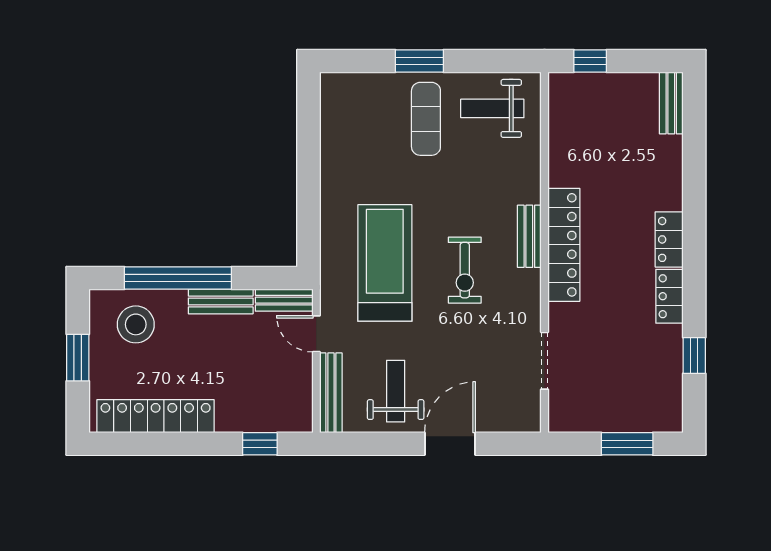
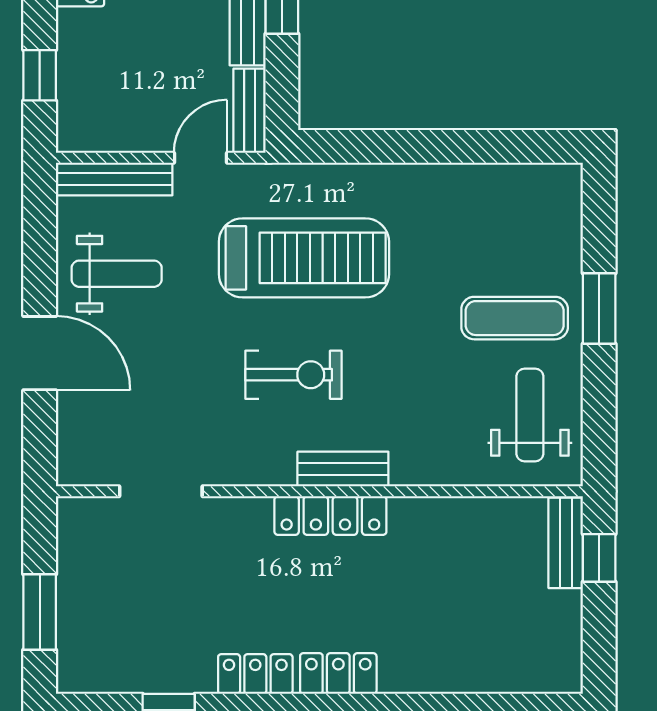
bench: (671, 103) -> (566, 543), moved, turned 90
locker: (564, 245) -> (330, 516), width x0.71, depth x0.83
exercise bike: (465, 270) -> (293, 375), turned 180

